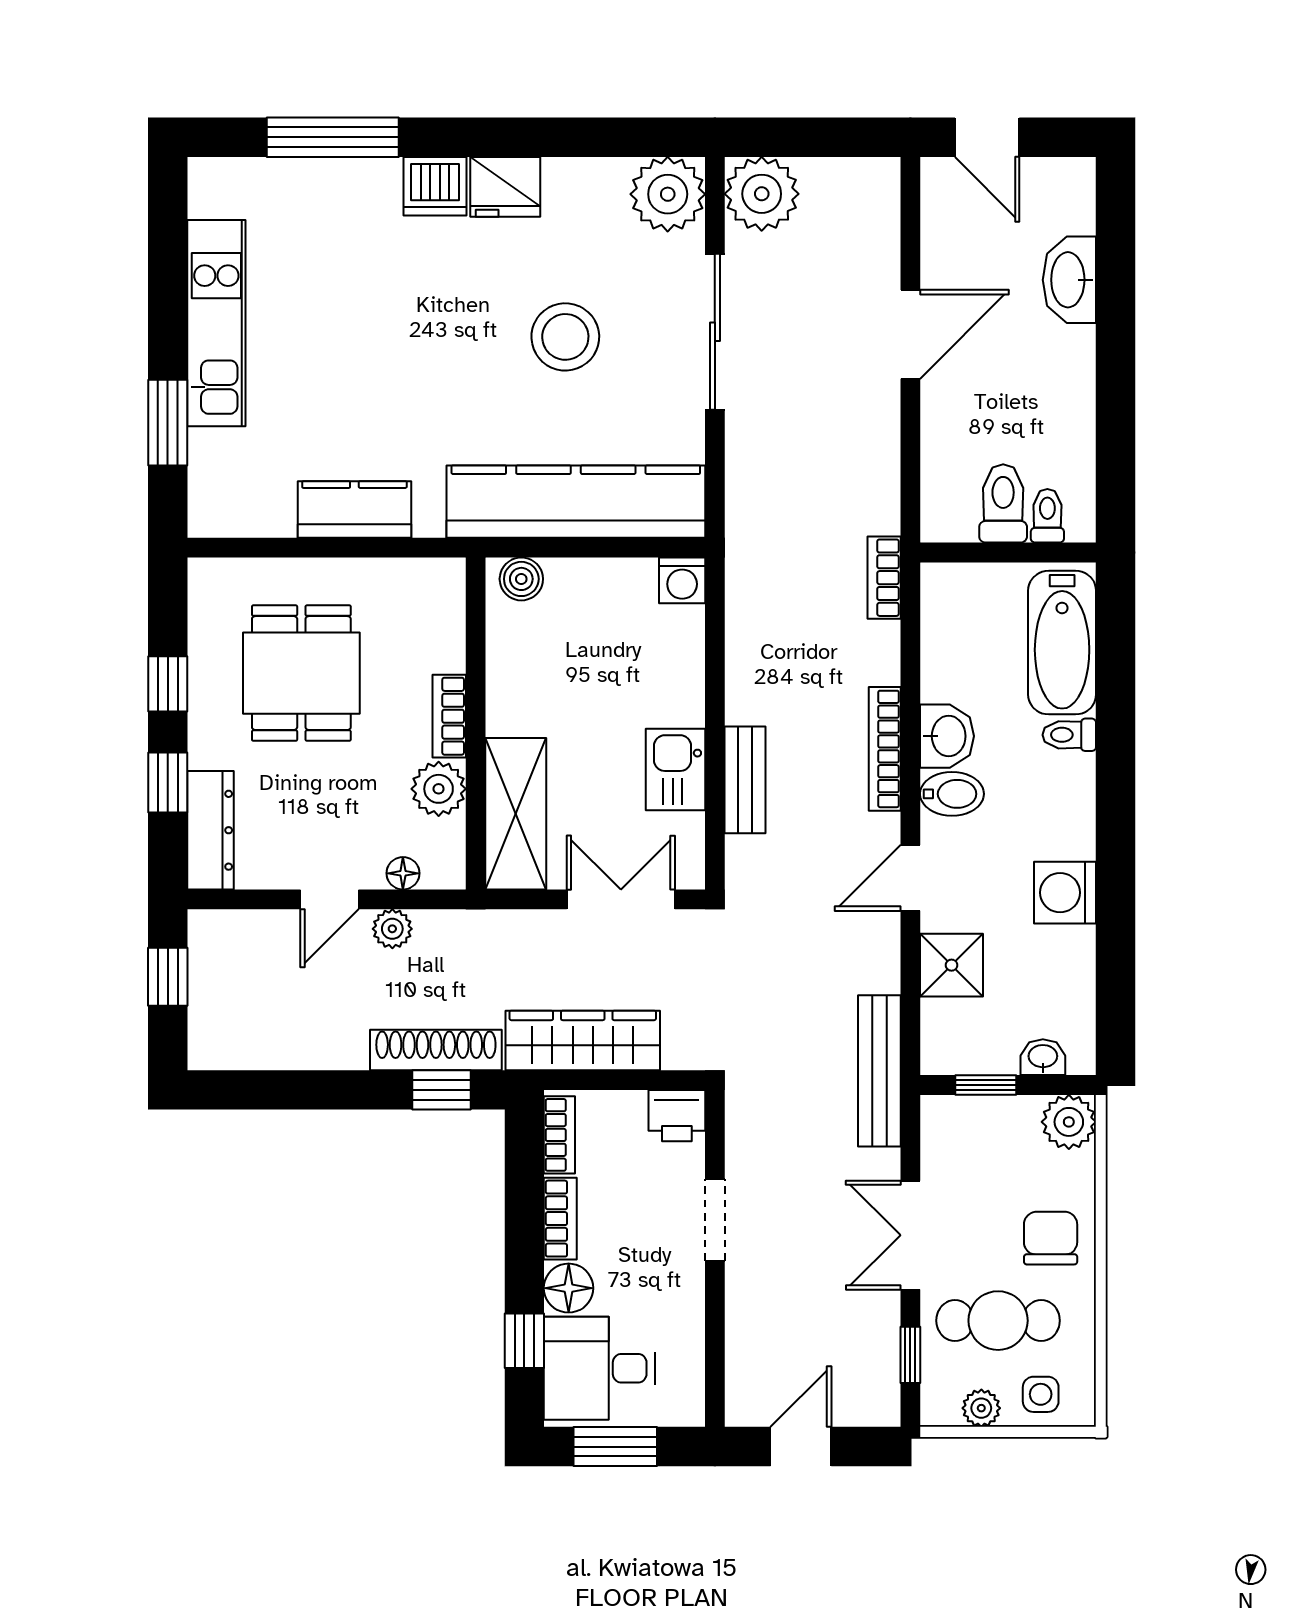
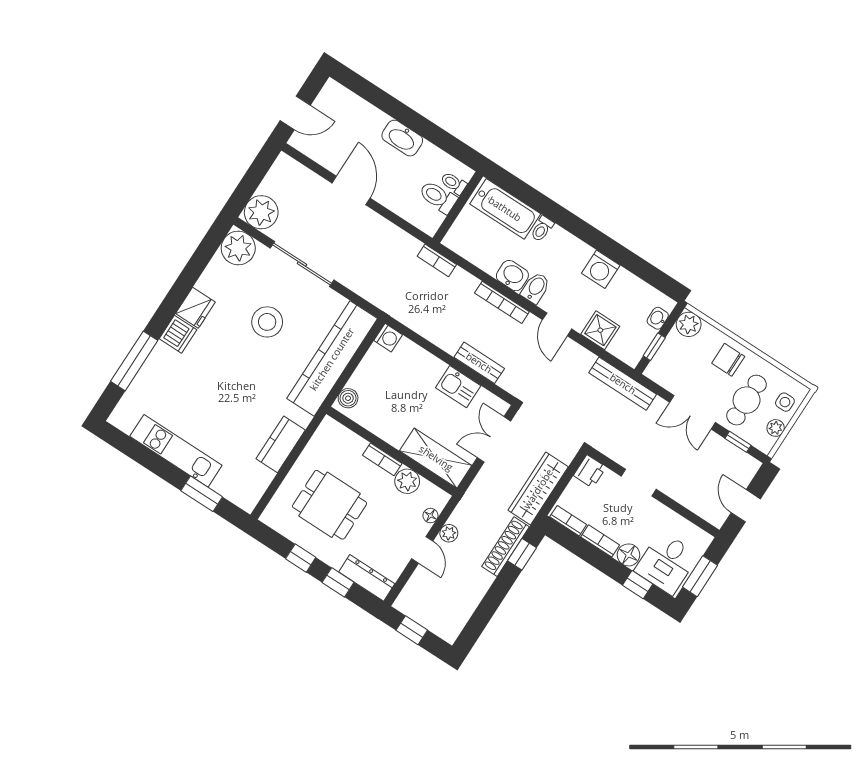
washbasin: (1069, 280) -> (402, 138), moved

